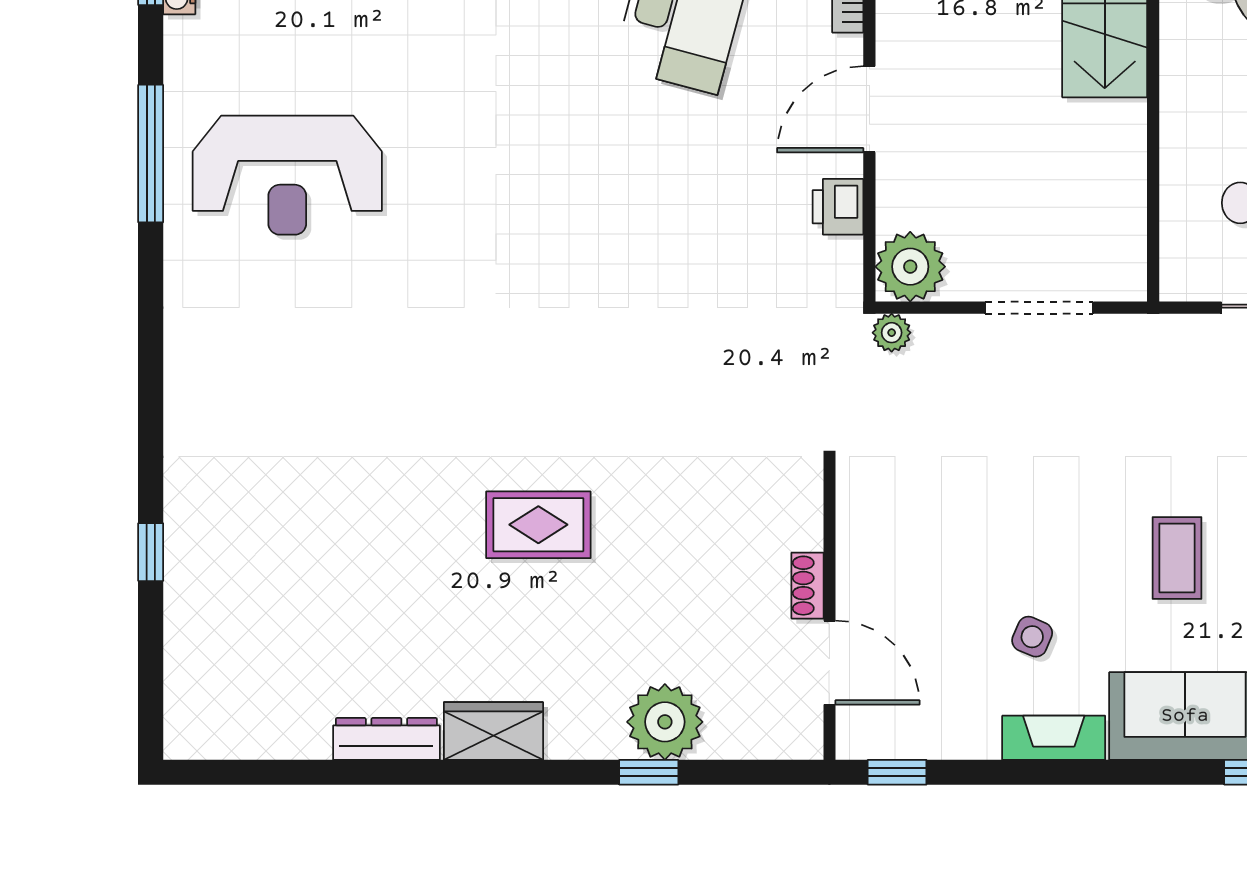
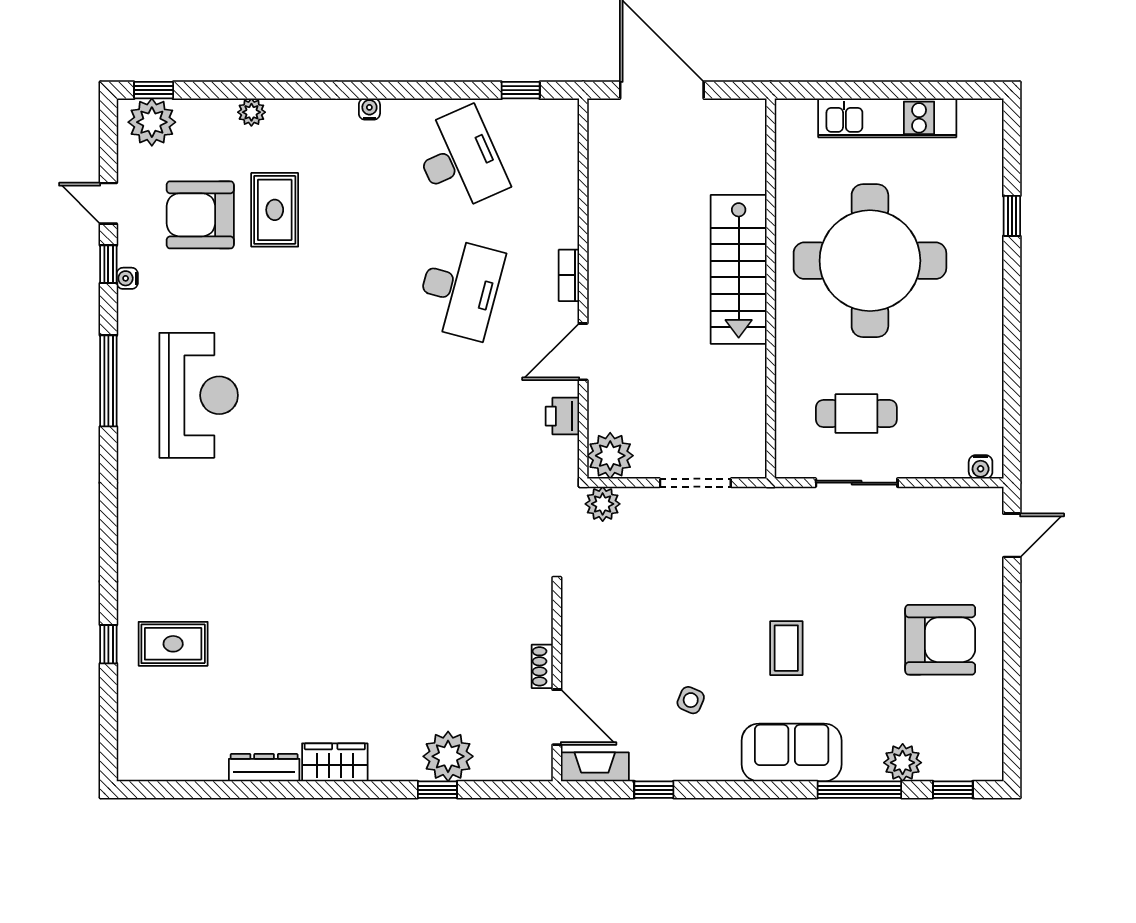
reception desk: (287, 175) -> (199, 395), turned -90
plant: (892, 333) -> (603, 504), width x1.38, depth x1.38
rug: (538, 525) -> (173, 644), moved
fireplace: (1054, 738) -> (595, 767), moved
window: (897, 772) -> (654, 790), moved

